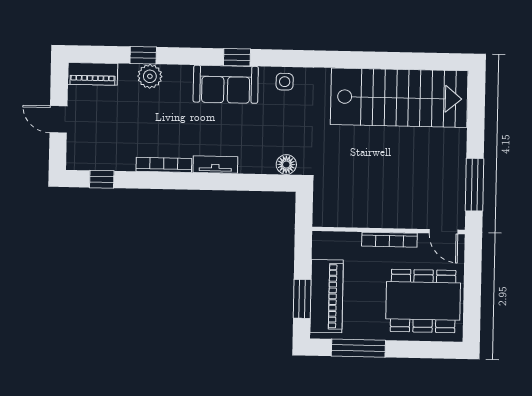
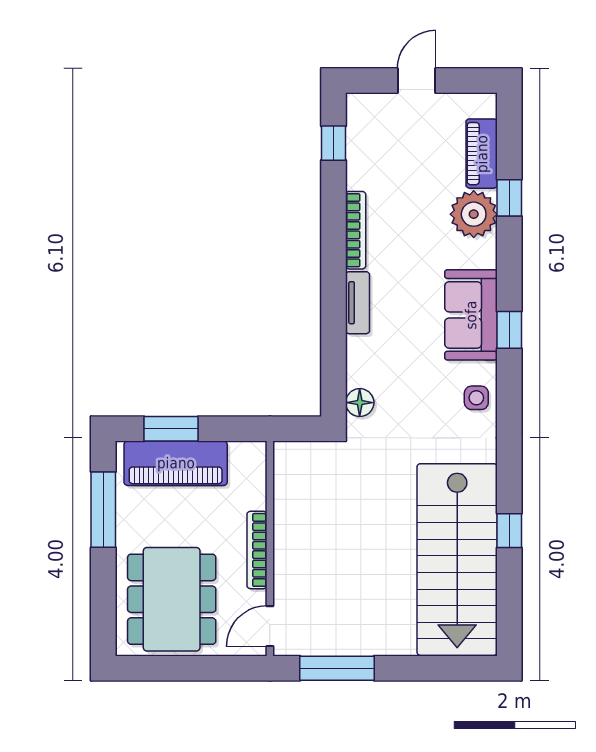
window: (379, 60) -> (509, 531), added
piano: (93, 74) -> (482, 154), moved
plant: (150, 76) -> (474, 214), width x1.36, depth x1.36

